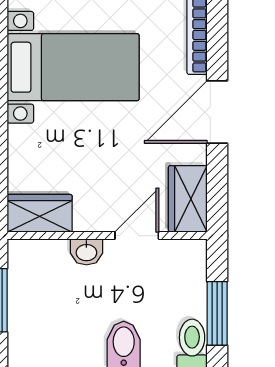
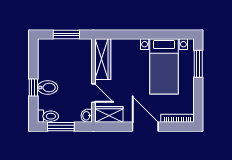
wardrobe: (40, 213) -> (103, 59), width x1.50
washbasin: (86, 252) -> (87, 116), moved

